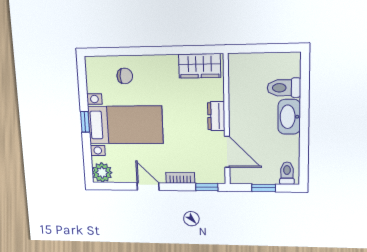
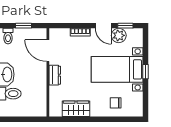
wardrobe: (200, 66) -> (76, 109), moved
plant: (102, 172) -> (119, 35), moved
window: (207, 187) -> (125, 26), moved

